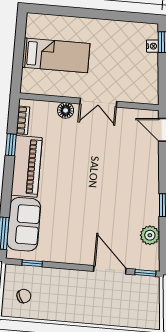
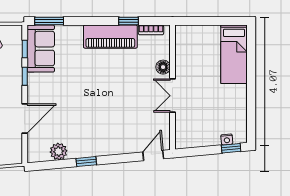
bed: (56, 55) -> (234, 54), moved
sofa: (24, 224) -> (41, 49), moved, turned -90
window: (145, 273) -> (25, 76), moved

